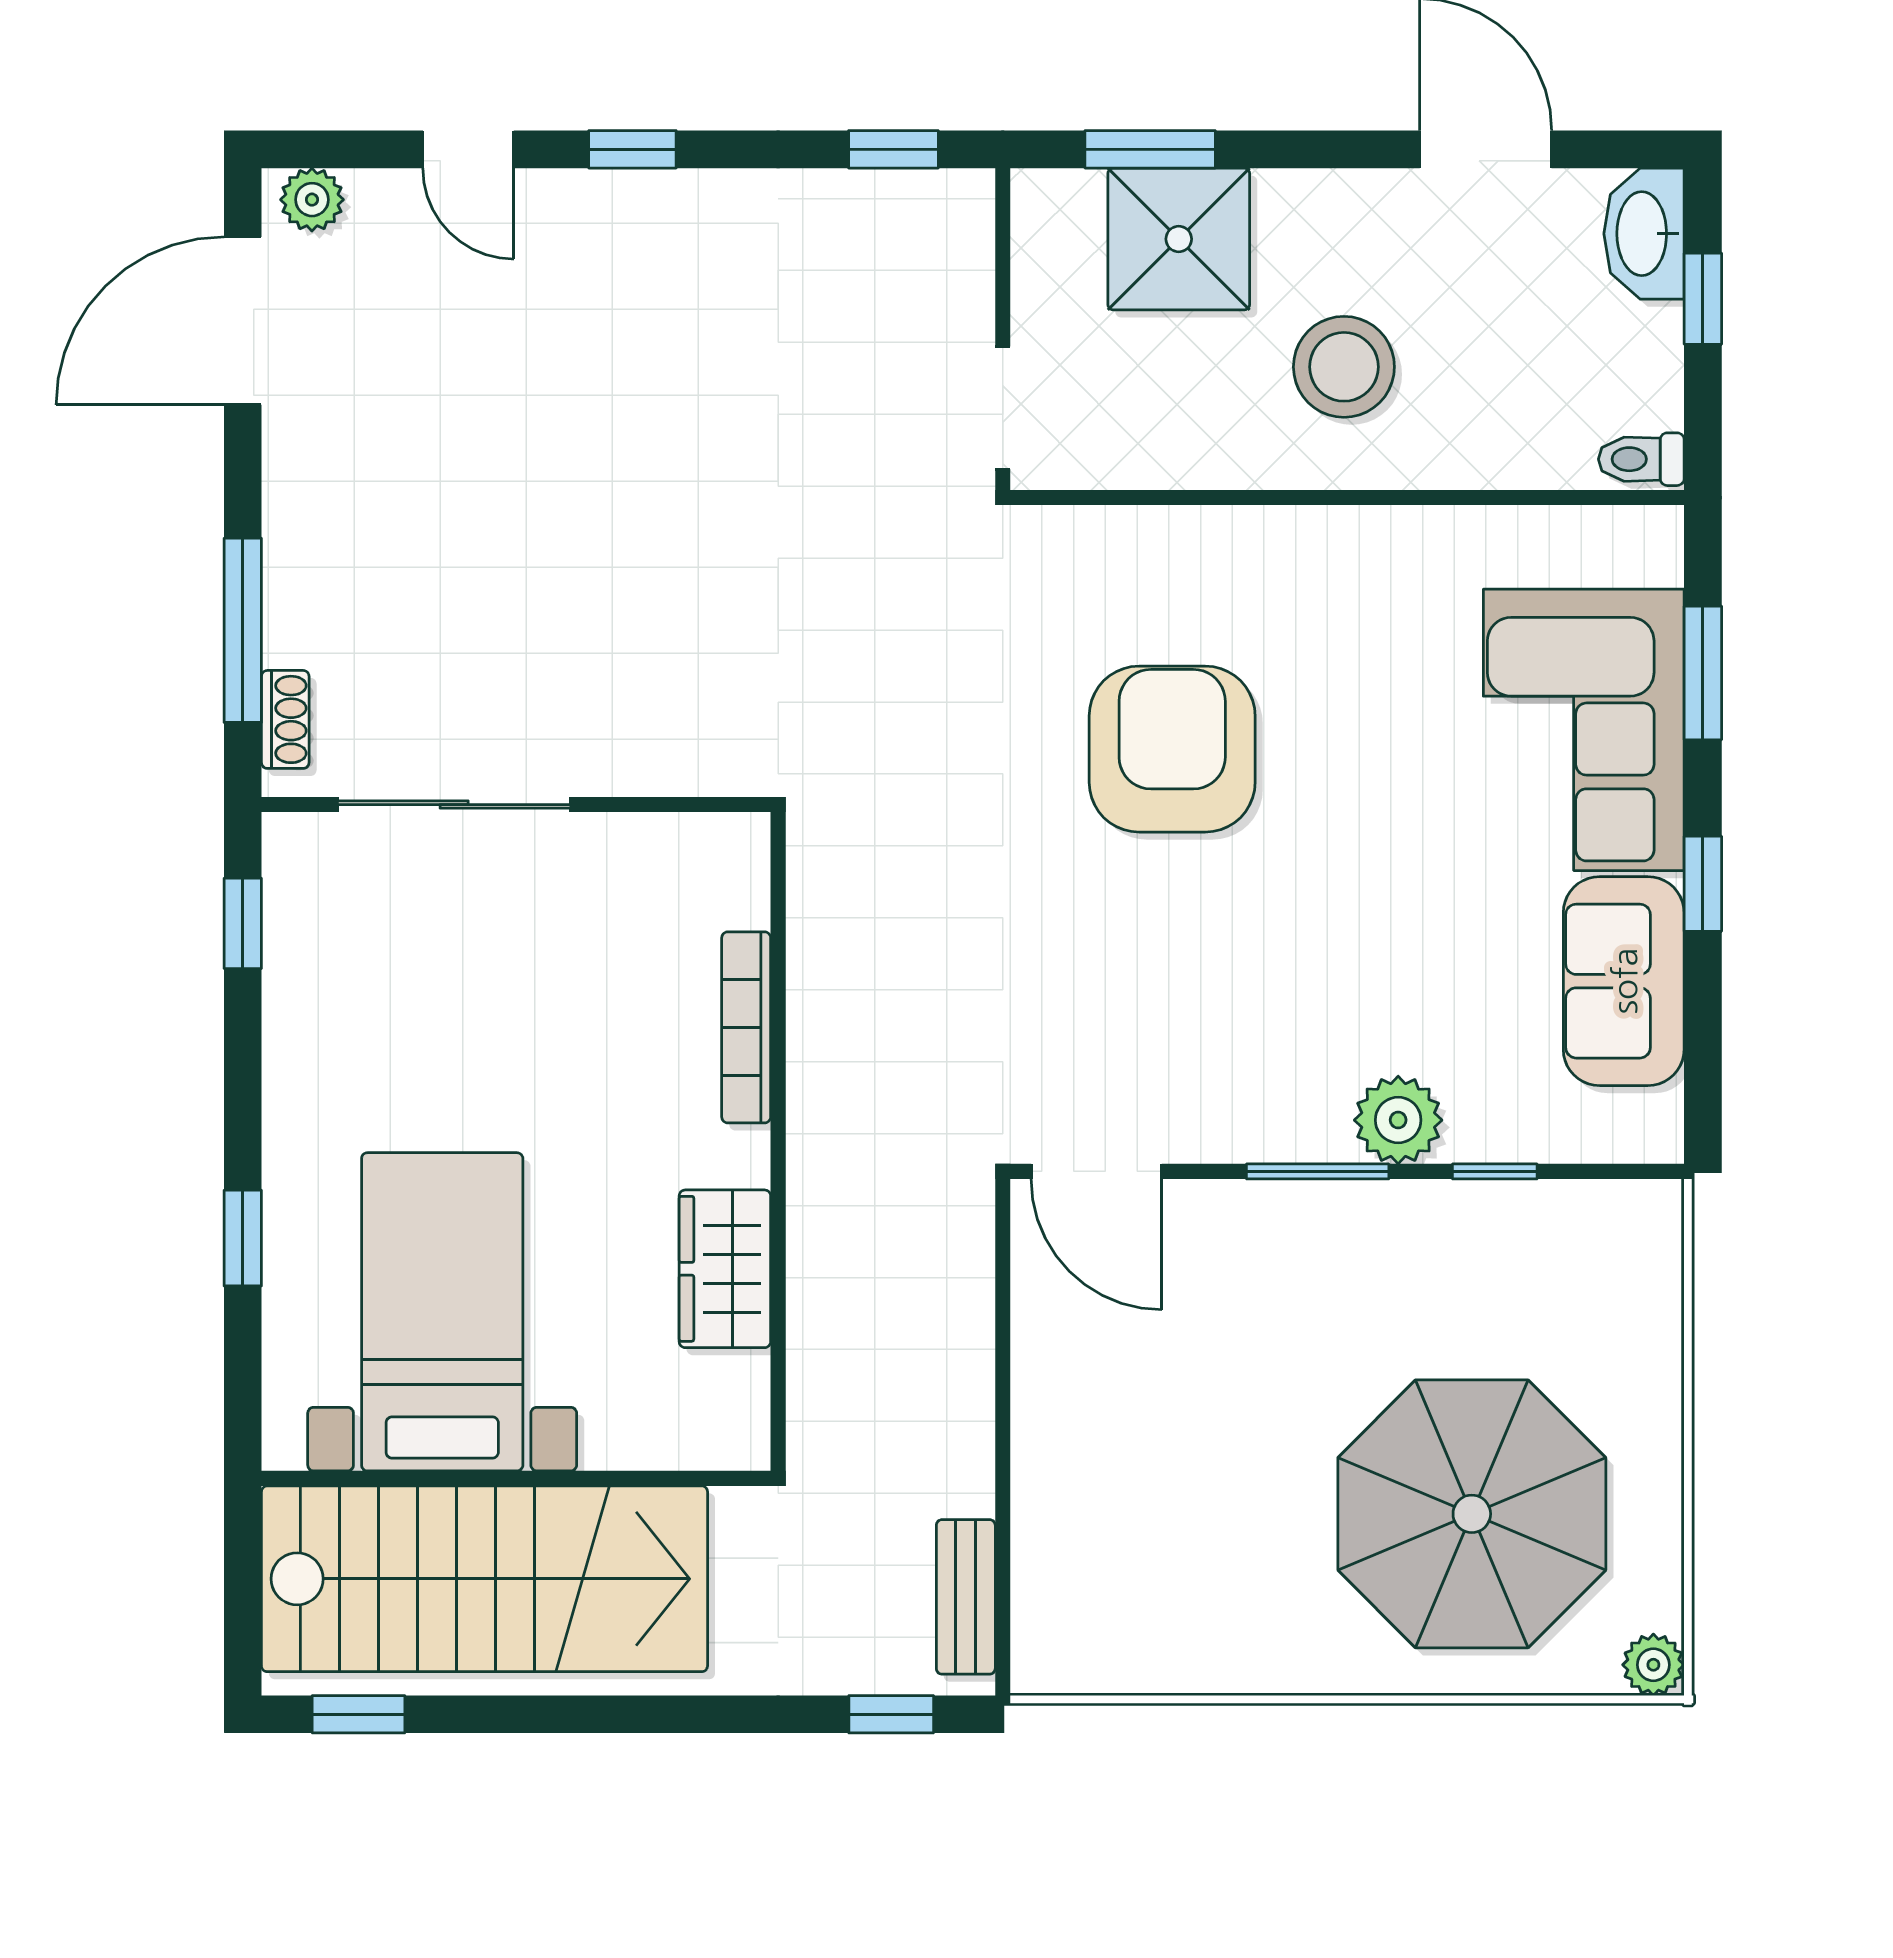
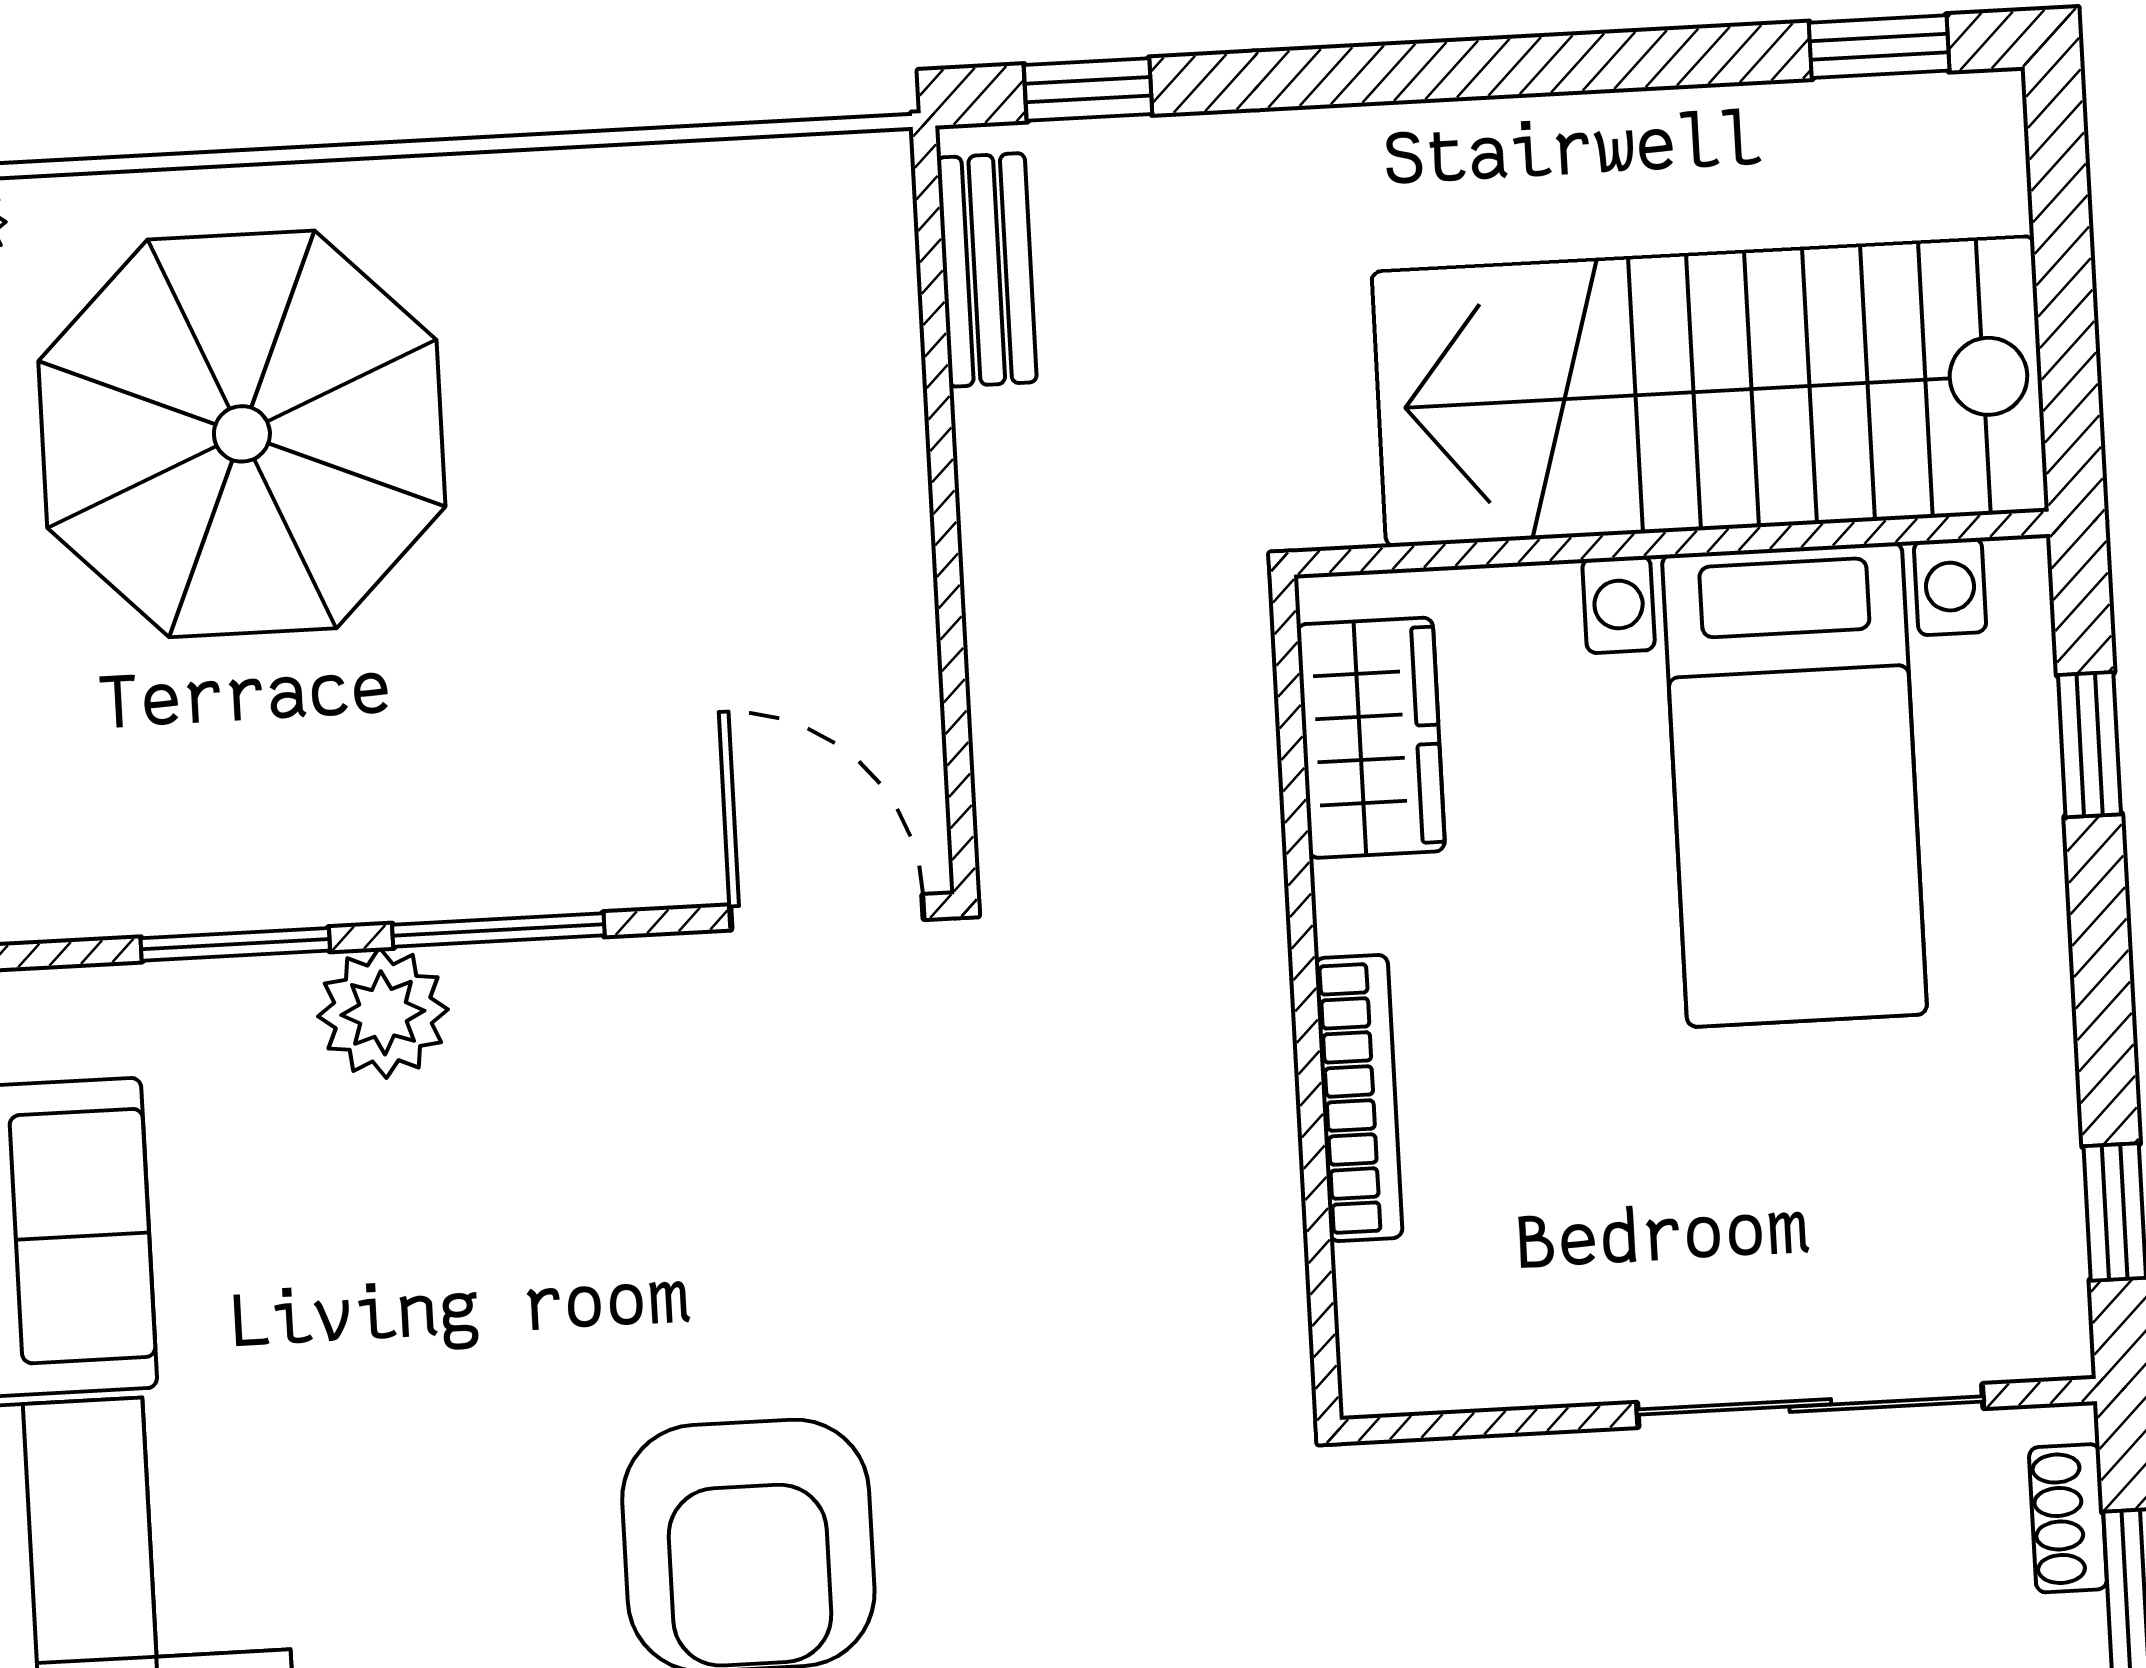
window: (1495, 1171) -> (235, 944), width x1.50
bed with nightstands: (442, 1312) -> (1795, 785), moved
wall: (516, 1478) -> (1671, 543), moved
stairs: (484, 1579) -> (1710, 391), moved

